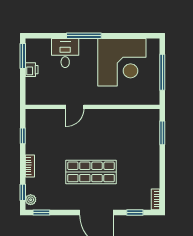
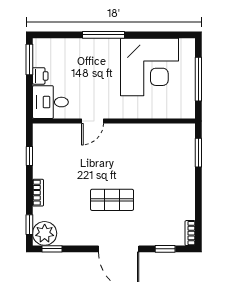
desk: (65, 53) -> (50, 102), moved, turned -90
shop shelf: (91, 172) -> (112, 200), width x0.70, depth x0.74
plant: (31, 200) -> (45, 233), width x1.88, depth x1.88

